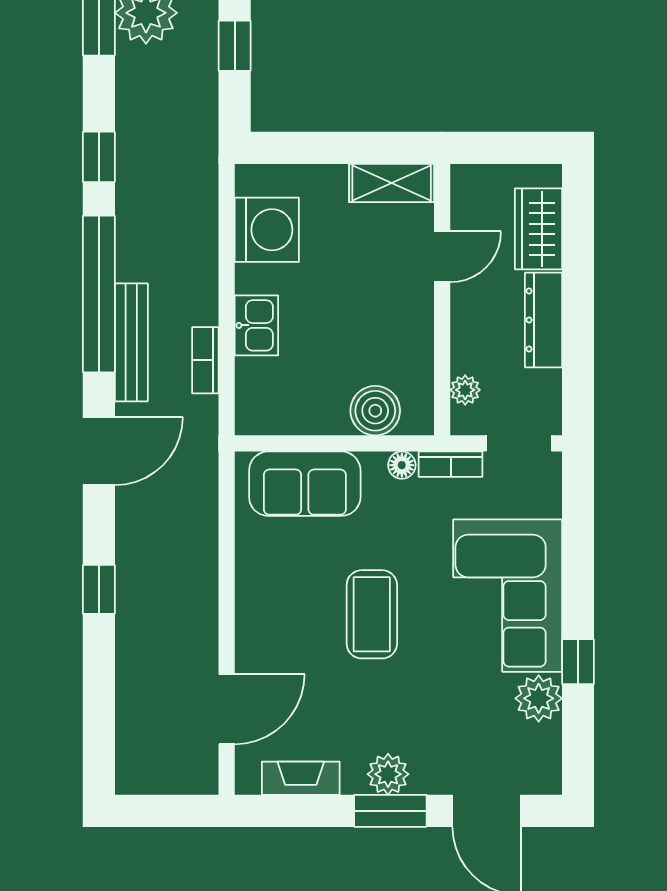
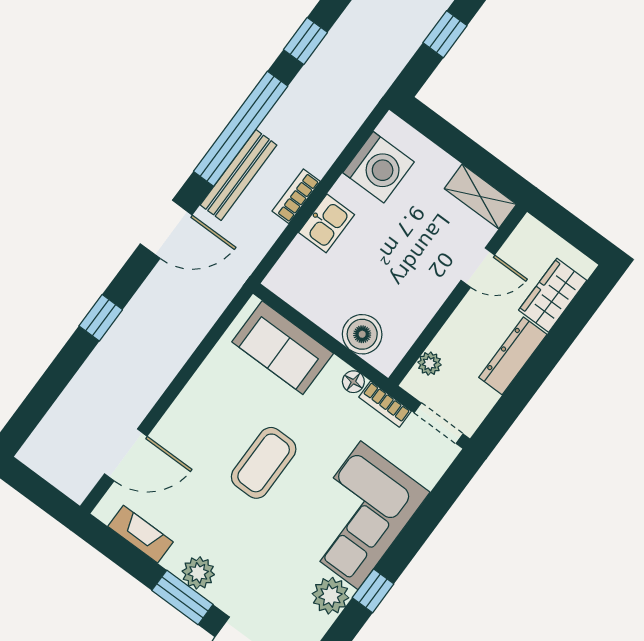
bookcase: (205, 360) -> (296, 196), moved

